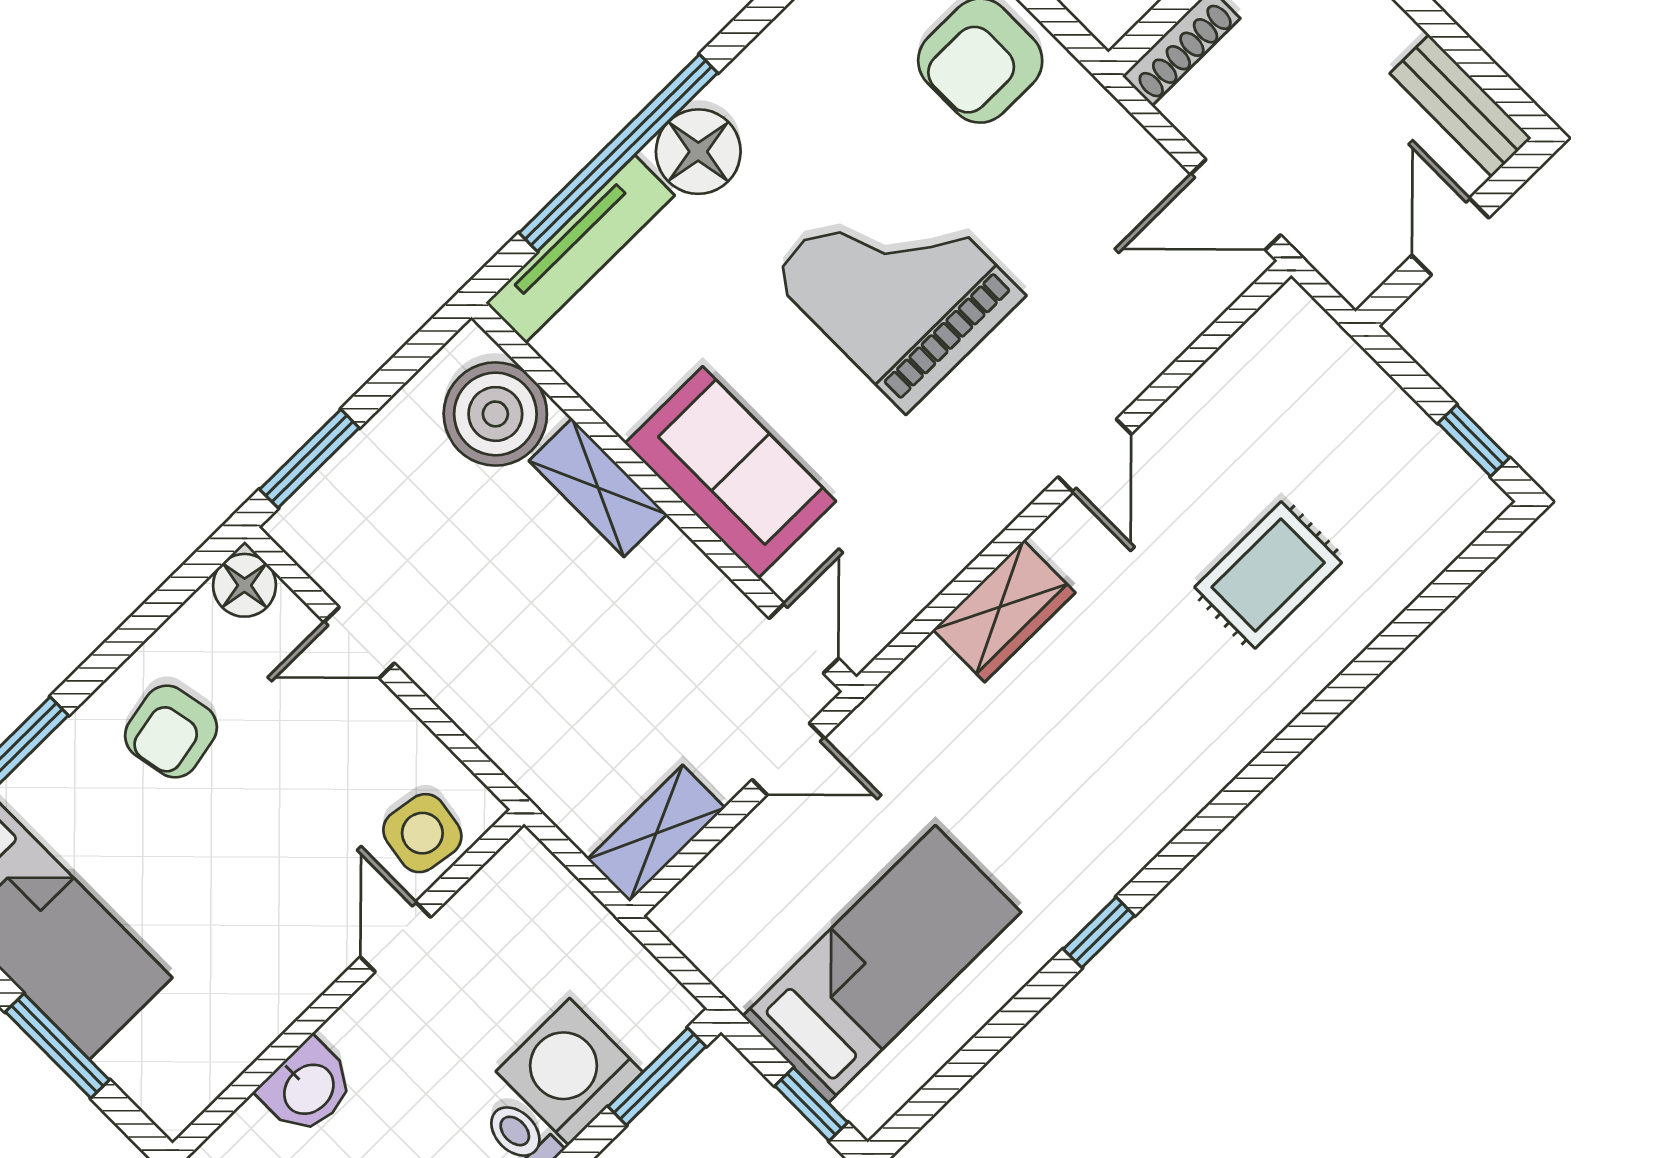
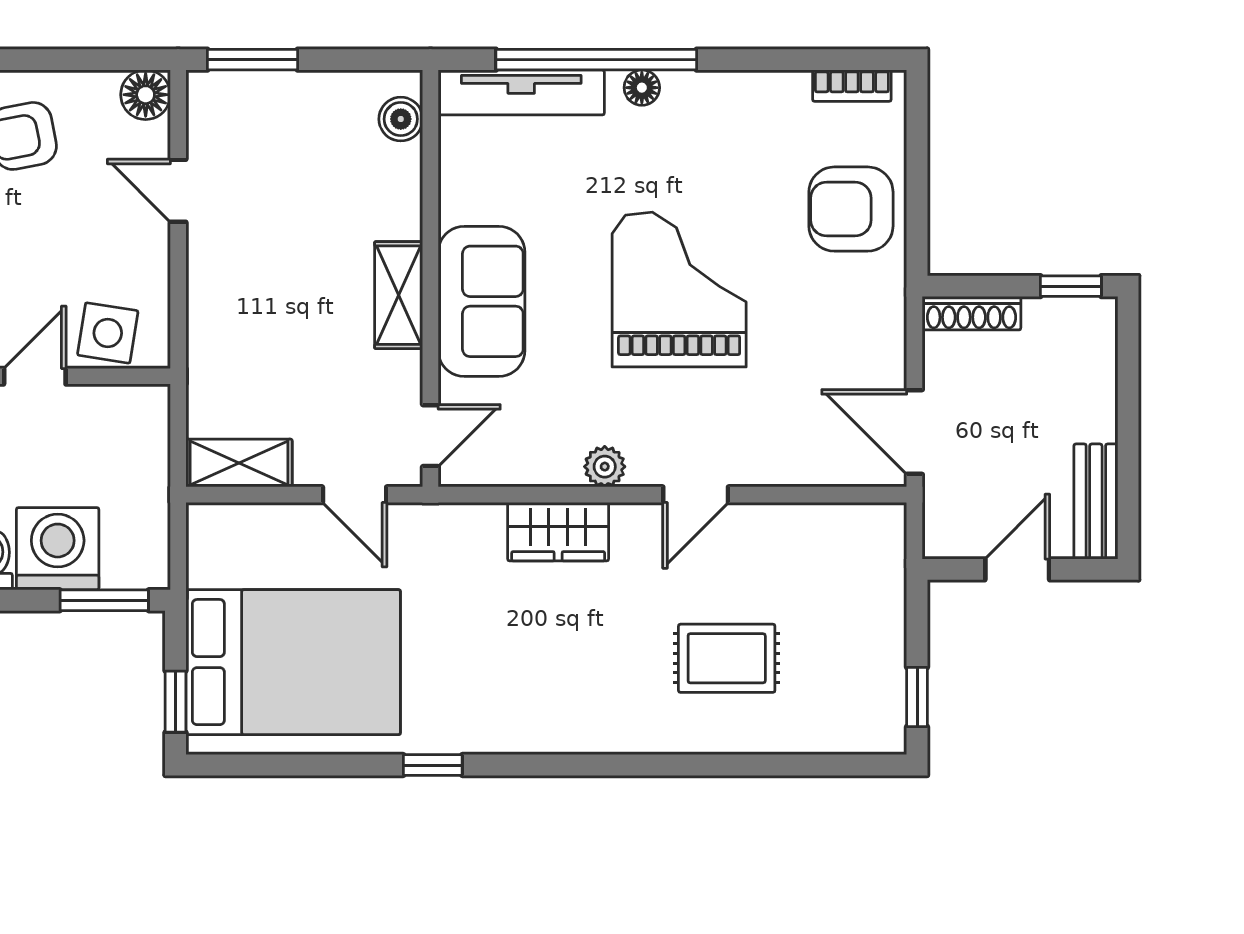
floor lamp: (698, 152) -> (642, 88), width x0.53, depth x0.53
boiler: (495, 414) -> (401, 119), width x0.54, depth x0.54
shelving: (598, 488) -> (399, 295), moved
plant: (988, 511) -> (605, 467), added
bed: (882, 964) -> (293, 662), width x1.50

